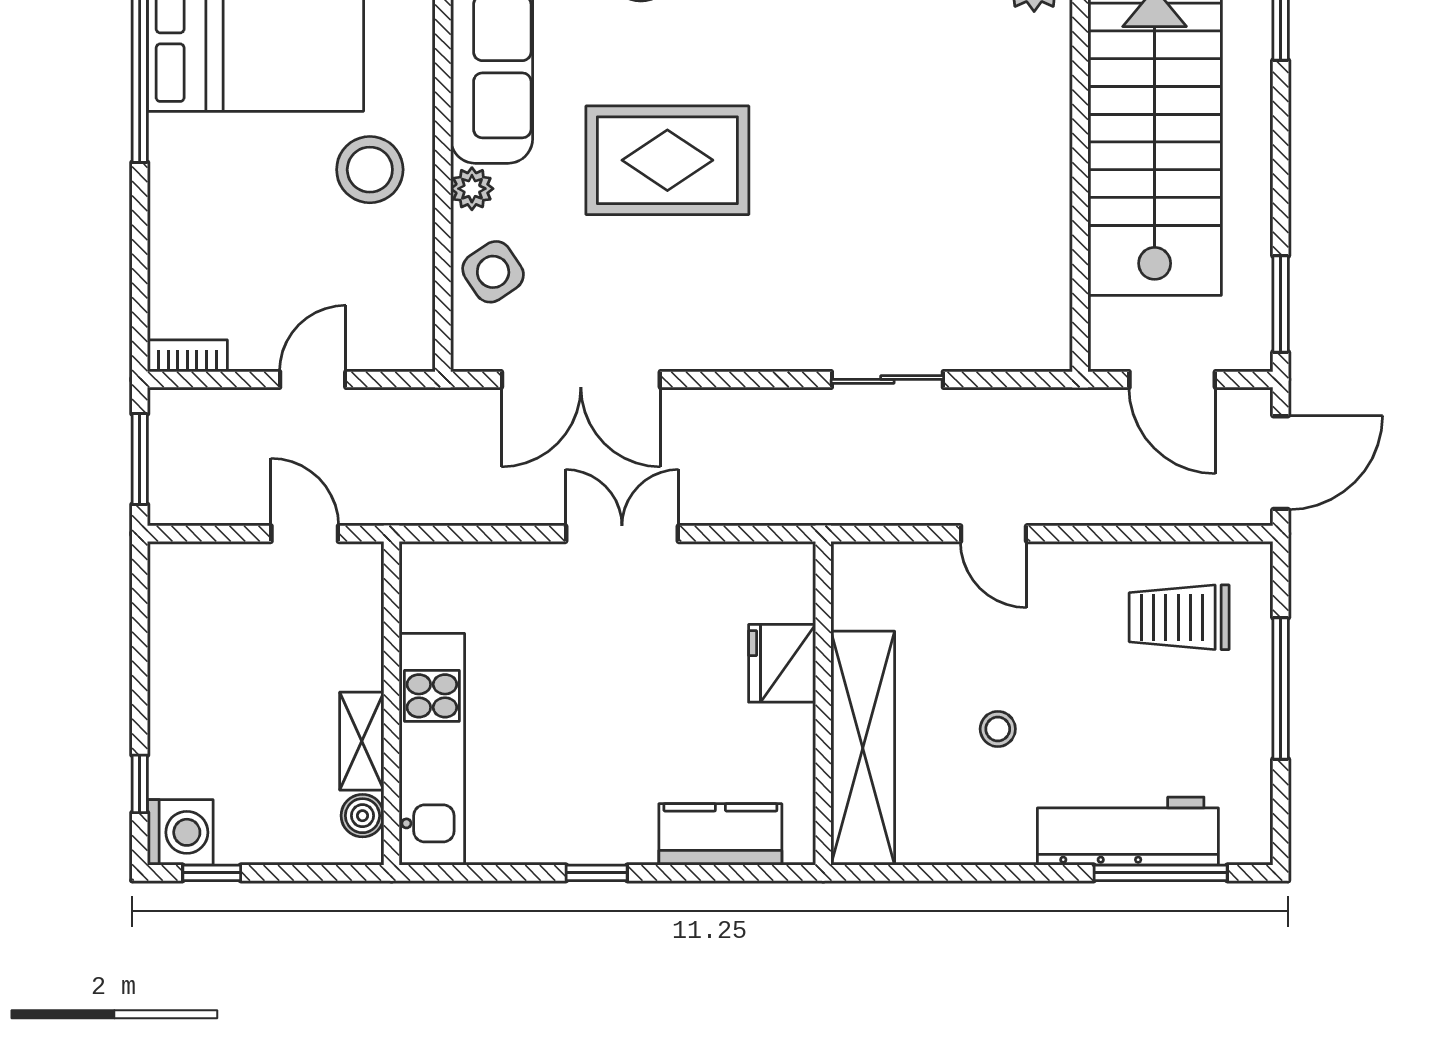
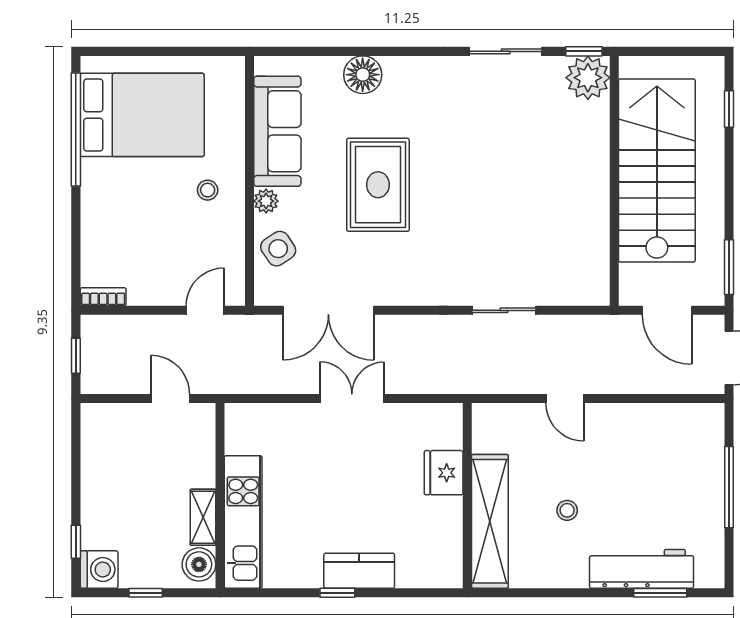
rug: (667, 160) -> (378, 185), turned 90
stool: (370, 170) -> (208, 190), width x0.53, depth x0.53
door: (313, 379) -> (205, 310), moved
window: (140, 459) -> (76, 356), width x0.67
trolley: (1179, 617) -> (671, 446), removed
boiler: (362, 816) -> (199, 564), width x1.36, depth x1.36
kitchen counter: (720, 834) -> (359, 571), moved
window: (212, 873) -> (146, 593), moved
window: (1161, 873) -> (660, 593), width x0.69

